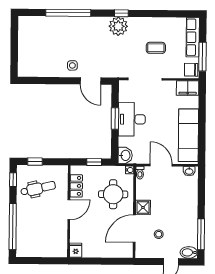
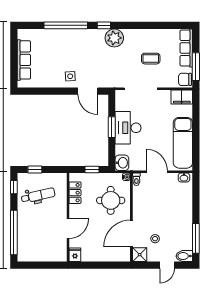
window: (121, 13) -> (104, 25), moved
row of seats: (25, 48) -> (24, 60), added
shower: (143, 207) -> (140, 255), moved
door: (69, 210) -> (68, 229), moved

